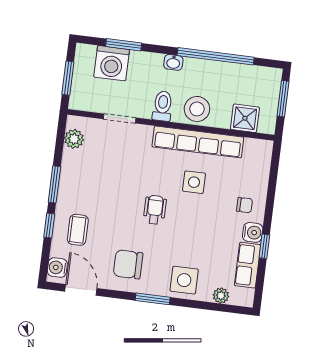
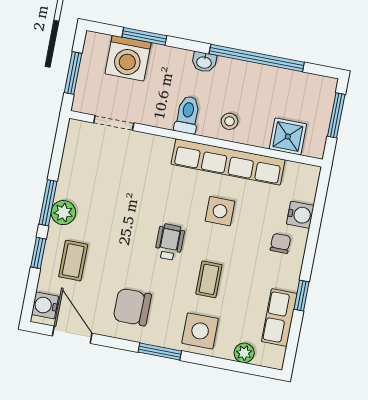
stool: (197, 109) -> (230, 121), width x0.53, depth x0.53
doorway: (120, 118) -> (114, 123), moved
plant: (74, 139) -> (63, 213), moved
chair: (245, 205) -> (280, 243), turned -90
water cooler: (253, 232) -> (300, 215), moved
coffee table: (189, 238) -> (209, 279), added

